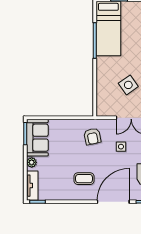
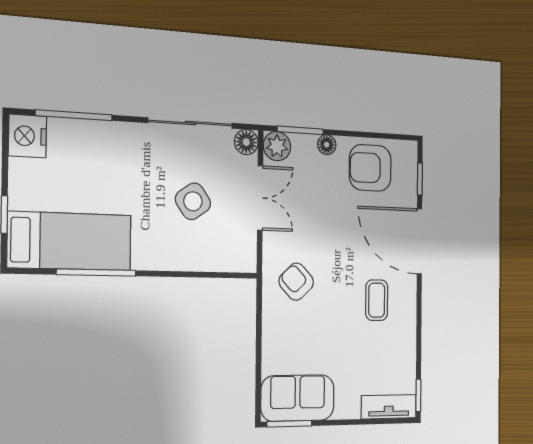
armchair: (92, 136) -> (296, 282), turned -121
side table: (121, 147) -> (317, 222), removed
plant: (32, 162) -> (345, 409), removed

